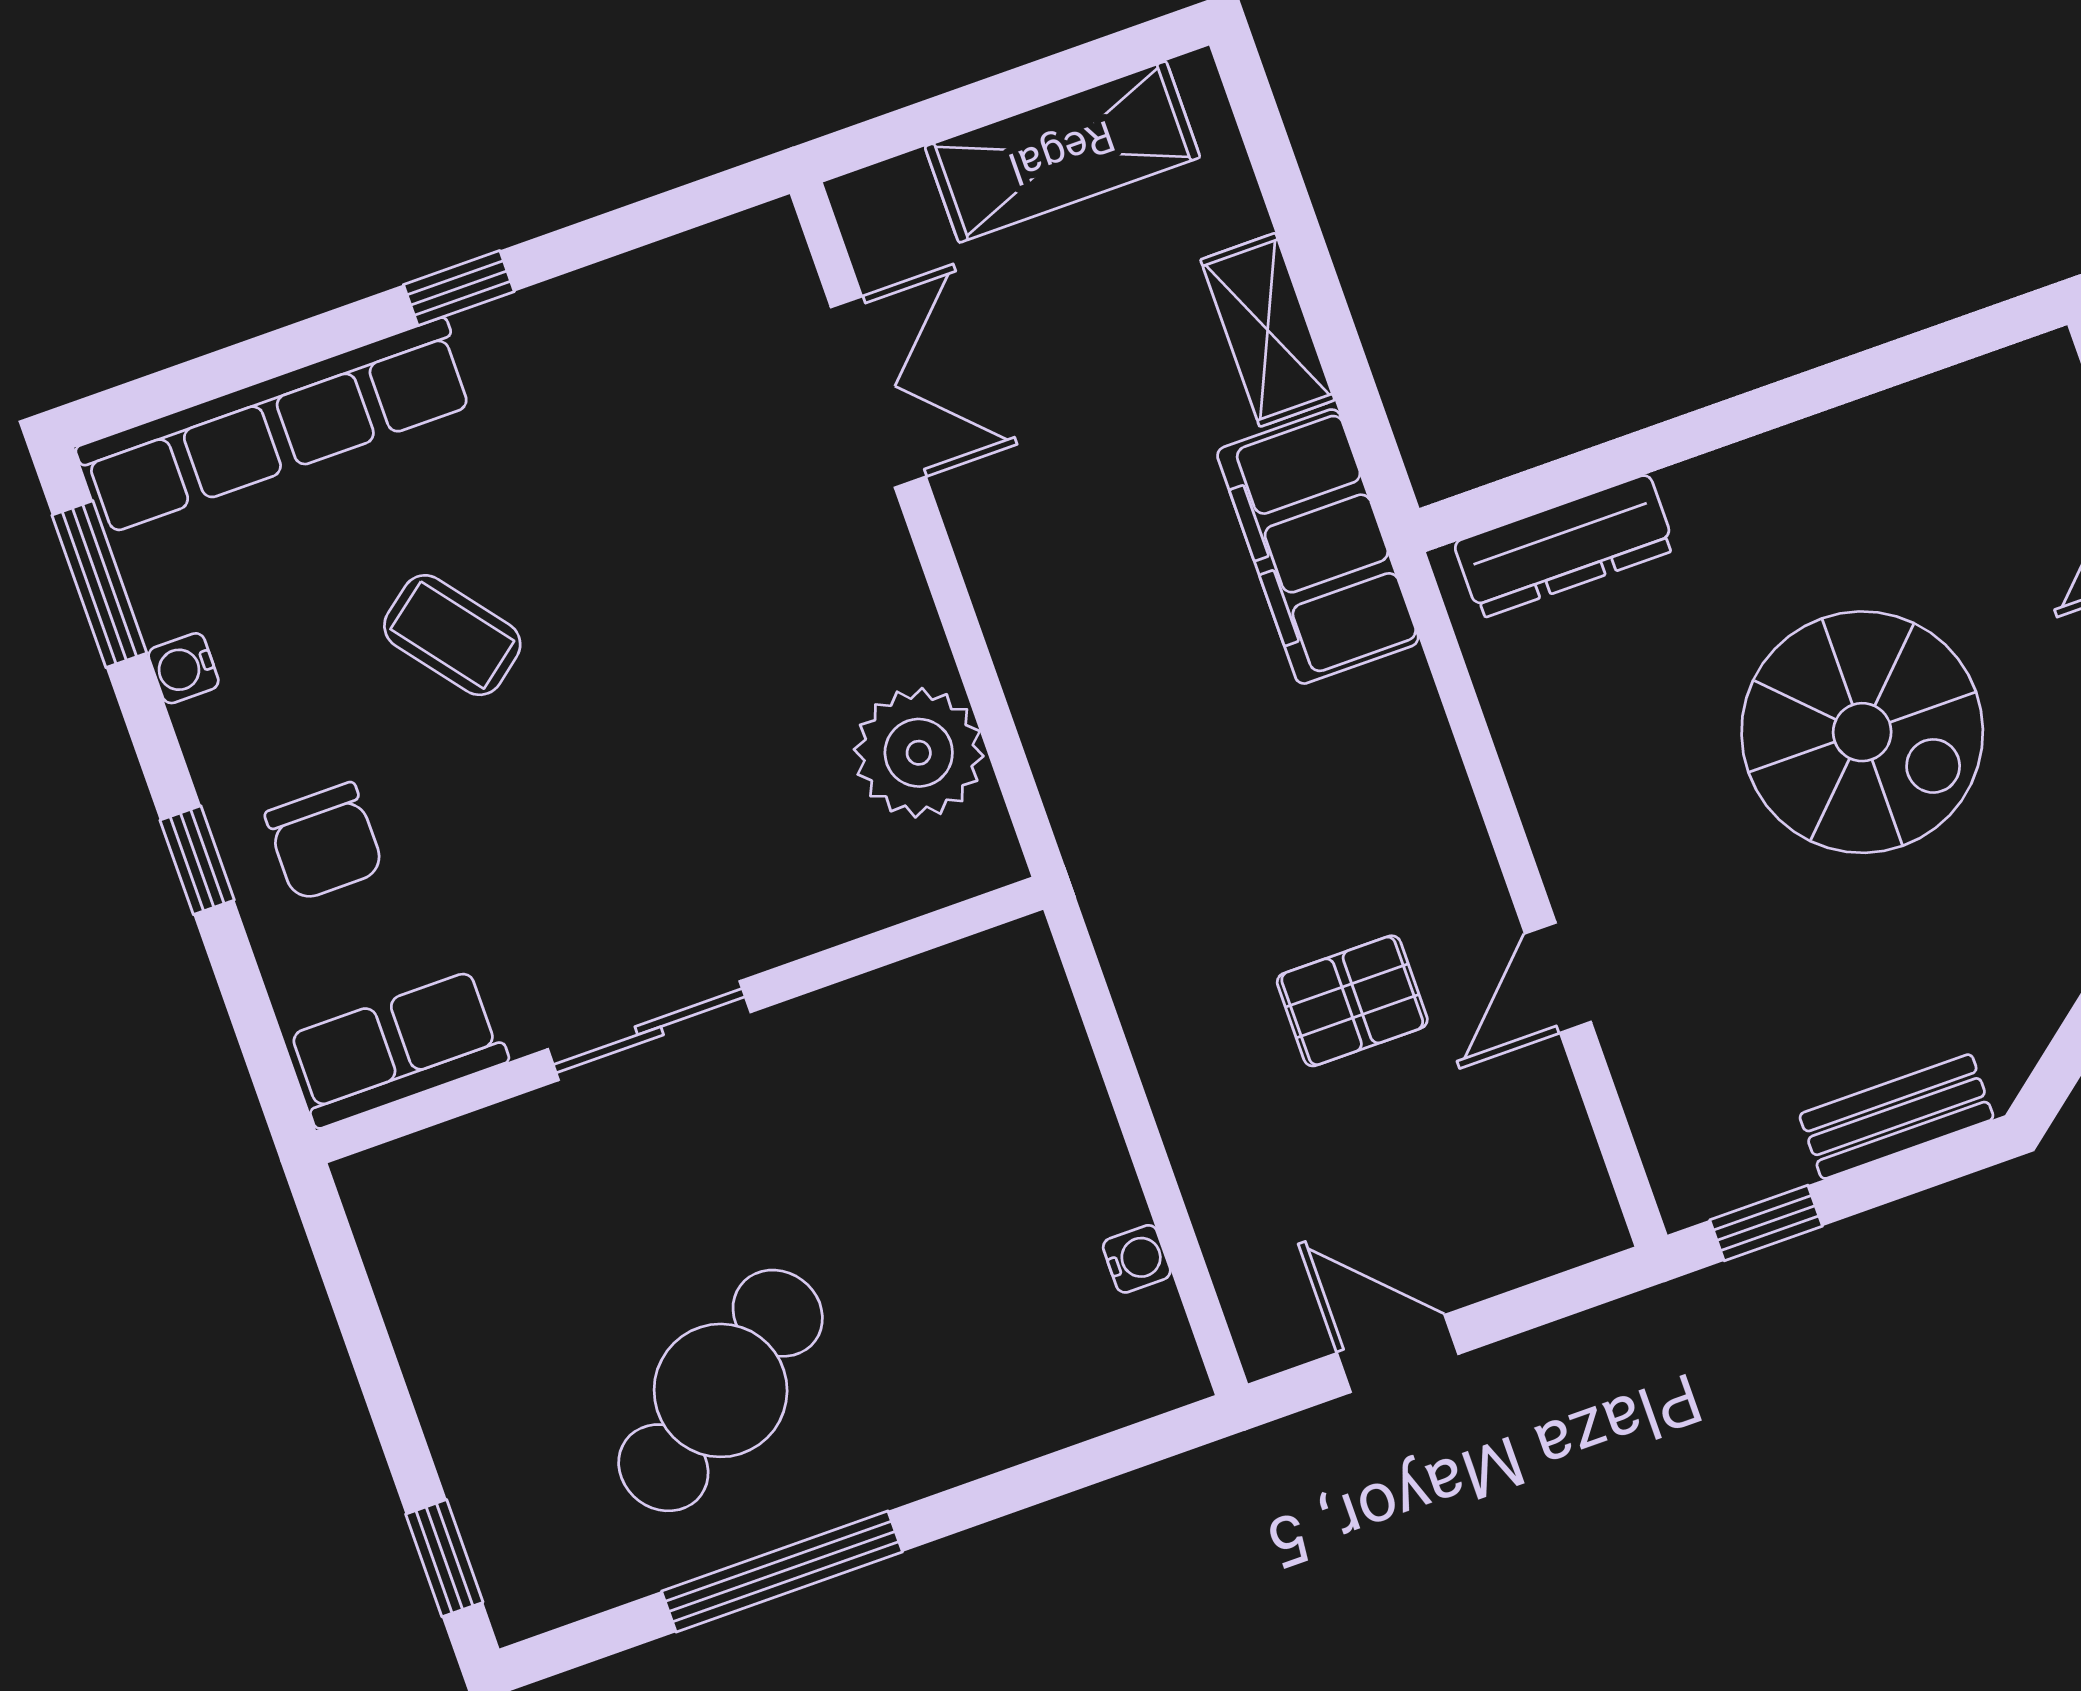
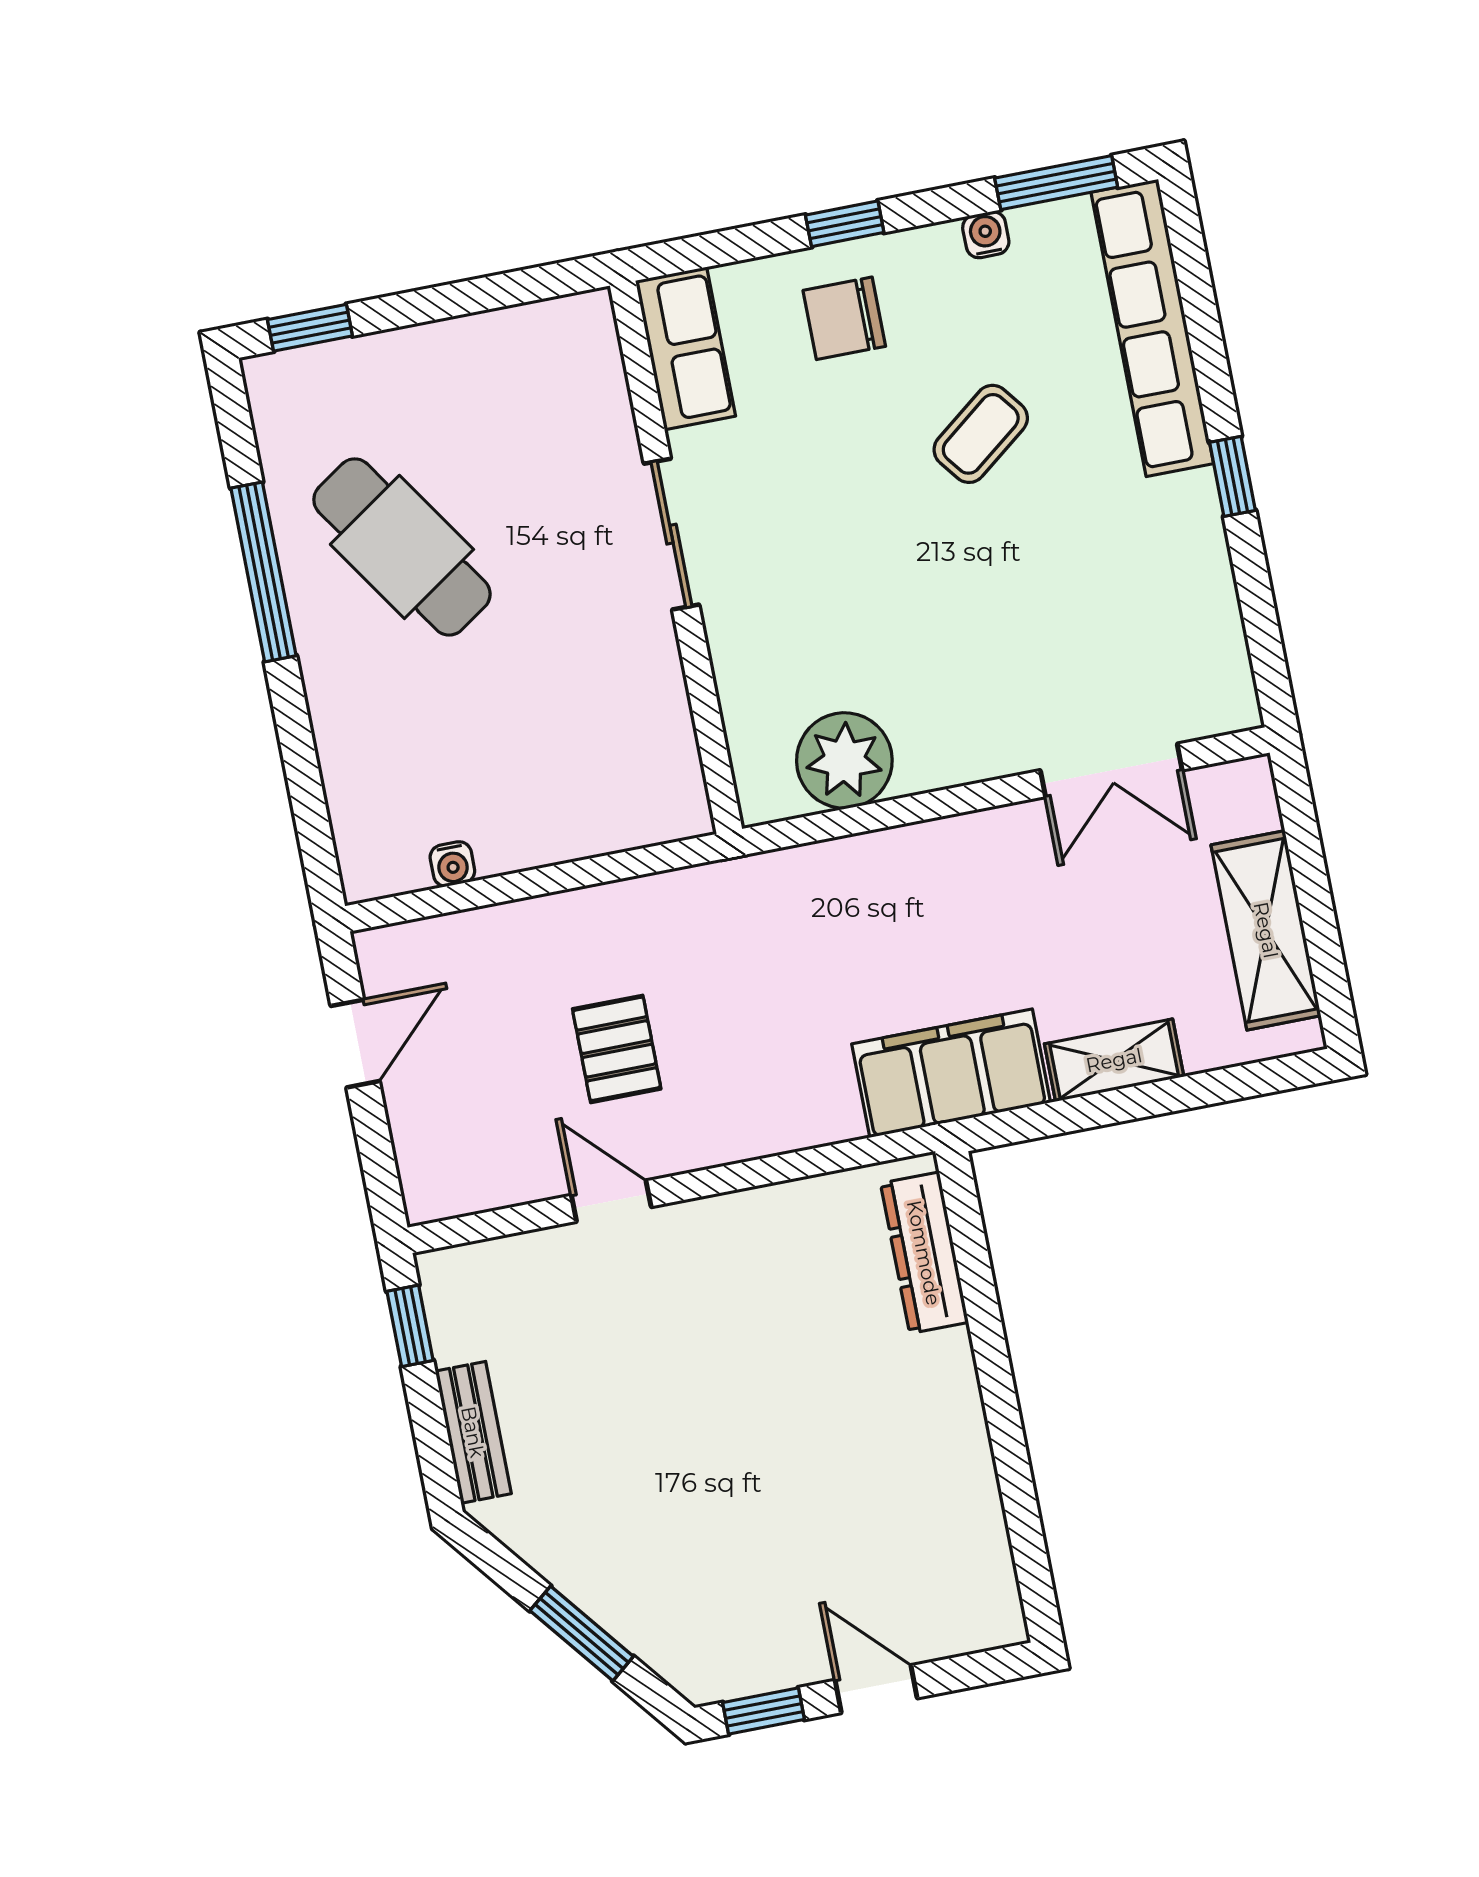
spiral stairs: (1862, 732) -> (757, 1449), removed

